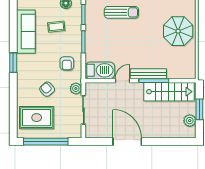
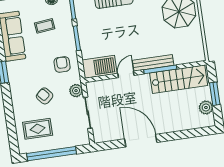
armchair: (67, 63) -> (62, 64), turned 180
rug: (37, 118) -> (38, 129), width x0.73, depth x0.70

